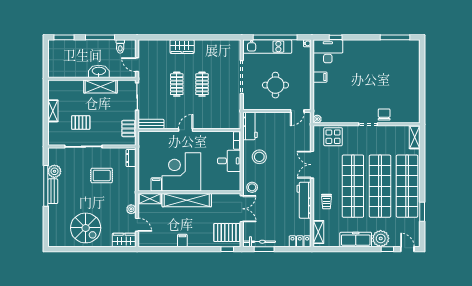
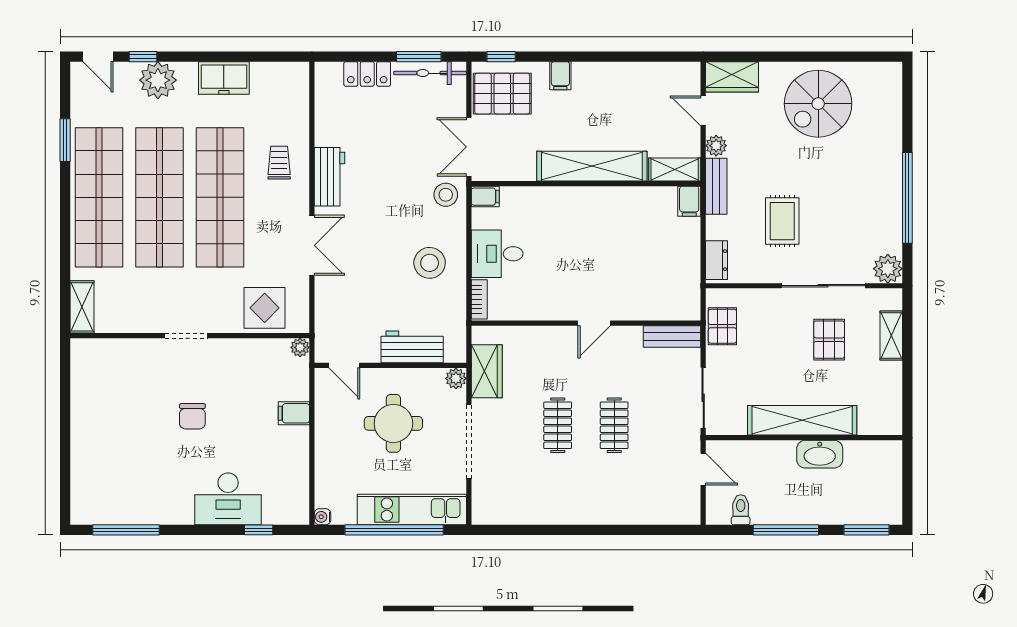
wardrobe: (182, 47) -> (487, 371), moved, turned 90
desk: (328, 51) -> (228, 499), moved
washbasin: (99, 71) -> (820, 454), moved
filing cabinet: (320, 77) -> (294, 413), moved
shelving: (101, 86) -> (802, 420), width x1.47
plant: (248, 105) -> (456, 378), added
shelving: (53, 111) -> (891, 336), moved
door: (297, 111) -> (344, 365), swing flipped
chair: (384, 114) -> (192, 416), moved
pallet: (81, 123) -> (829, 340), turned 90
workbench: (250, 126) -> (412, 347), moved, turned 90
plant: (54, 171) -> (888, 269), moved
corner desk: (181, 172) -> (604, 229), removed
rug: (102, 175) -> (782, 221), turned 90
filing cabinet: (156, 184) -> (689, 201), moved
filing cabinet: (234, 186) -> (485, 197), added
bench: (53, 191) -> (716, 186), moved
workbench: (304, 200) -> (330, 177), width x0.73
spiral stairs: (86, 228) -> (818, 104), turned -90
shelving: (318, 232) -> (298, 95), removed
filing cabinet: (182, 240) -> (560, 76), moved
freezer: (356, 240) -> (224, 78), width x0.71
locker: (300, 241) -> (367, 74), moved

